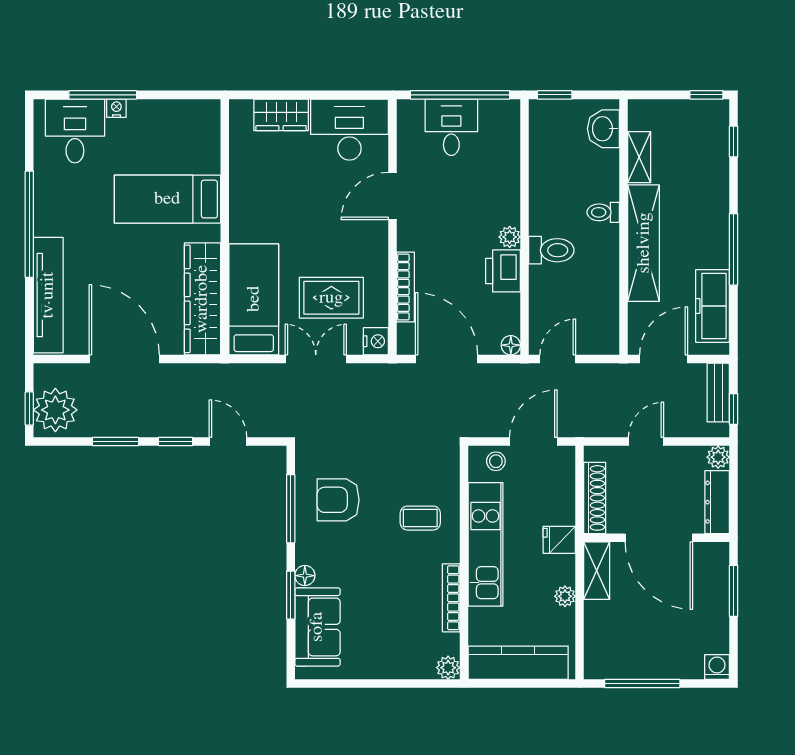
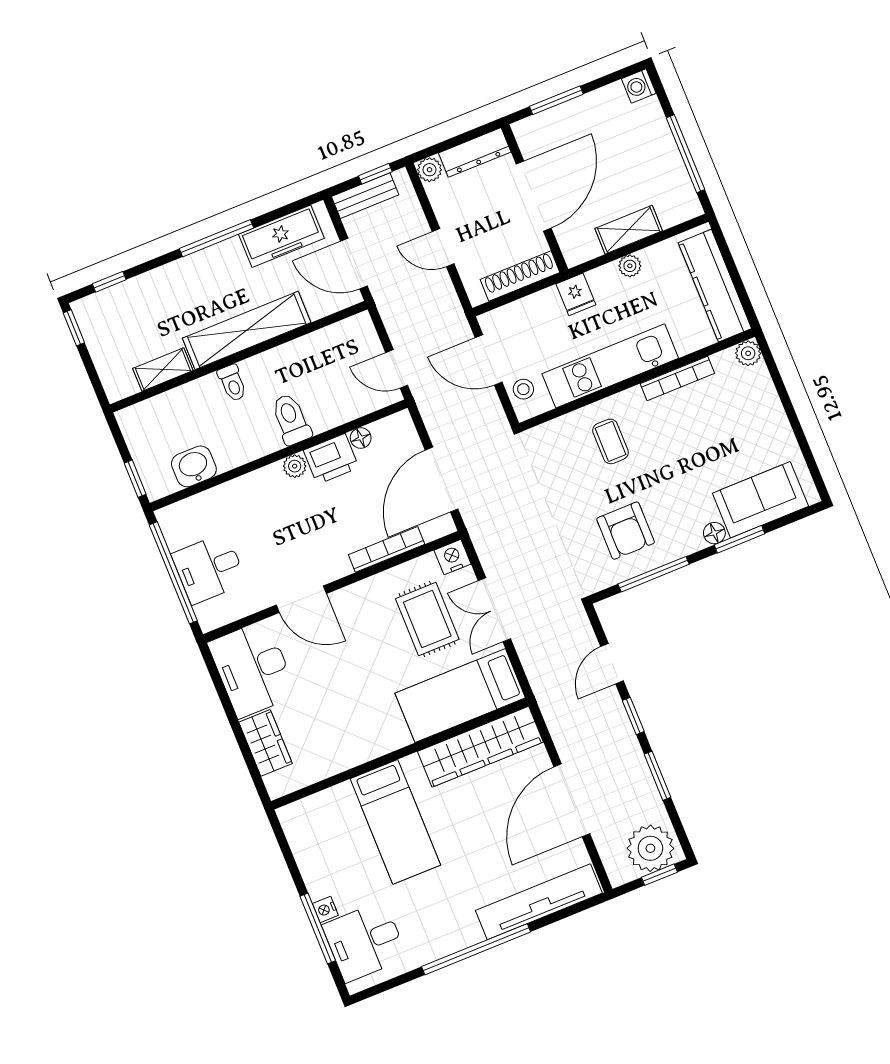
washbasin: (603, 129) -> (194, 466), moved, turned 180
floor lamp: (511, 345) -> (361, 438), moved
shelving: (597, 571) -> (629, 230), moved

